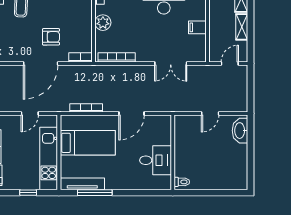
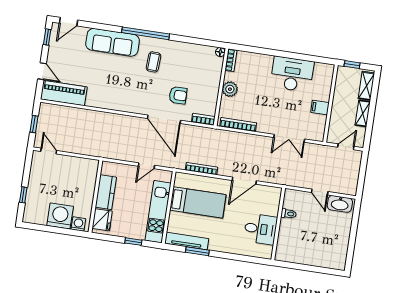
door: (41, 63) -> (164, 119), hinge flipped
door: (210, 113) -> (320, 192), hinge flipped
washbasin: (240, 131) -> (340, 204), moved, turned -90
toilet: (182, 182) -> (289, 214), moved
window: (95, 193) -> (197, 251), width x0.69

